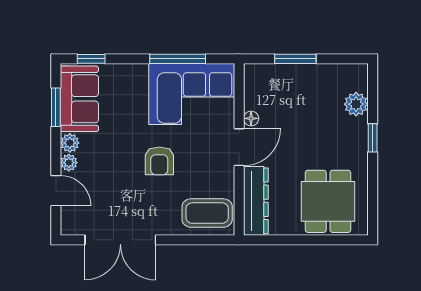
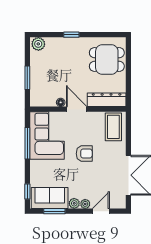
plant: (356, 104) -> (38, 44), moved

